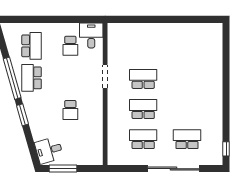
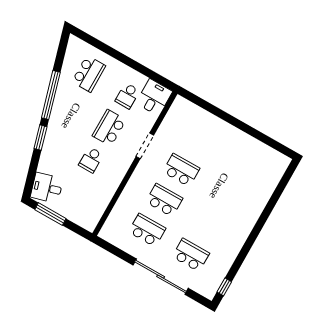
school desk: (32, 78) -> (109, 128), moved

